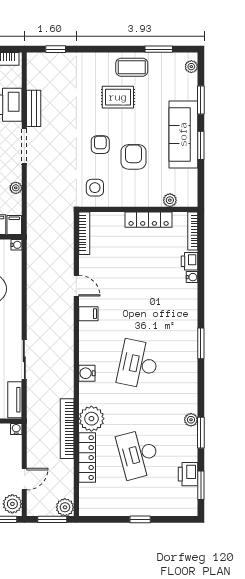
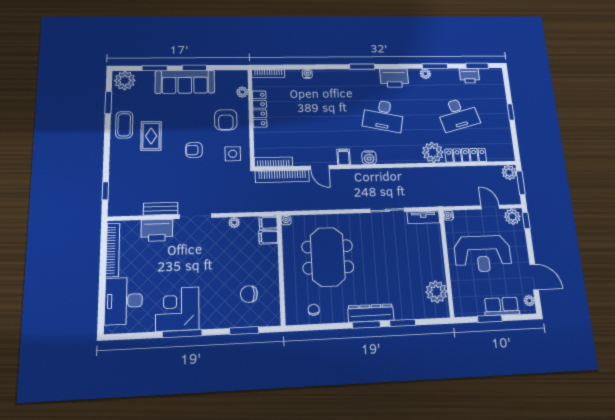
plant: (191, 67) -> (125, 80), width x1.88, depth x1.88
armchair: (133, 157) -> (226, 120), moved, turned -90
printer: (190, 261) -> (394, 78), moved, width x1.87, depth x1.48
door: (76, 286) -> (320, 167), swing flipped
water cooler: (87, 373) -> (369, 158), moved
bookcase: (67, 429) -> (282, 176), moved

